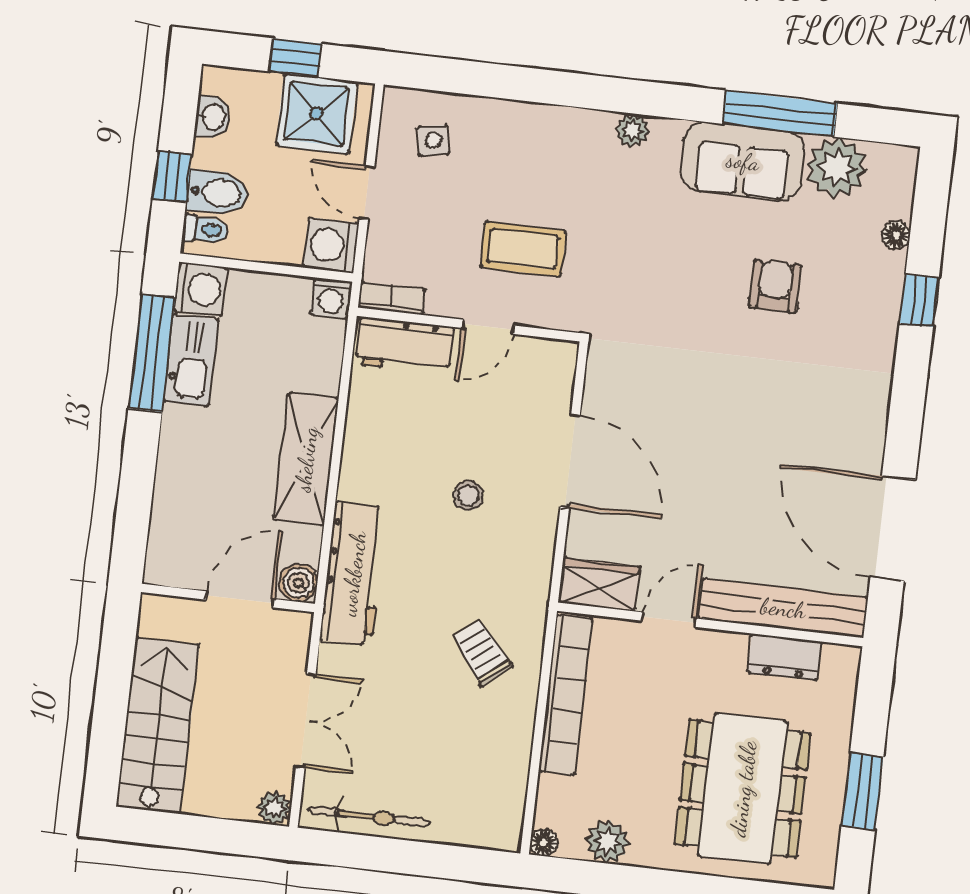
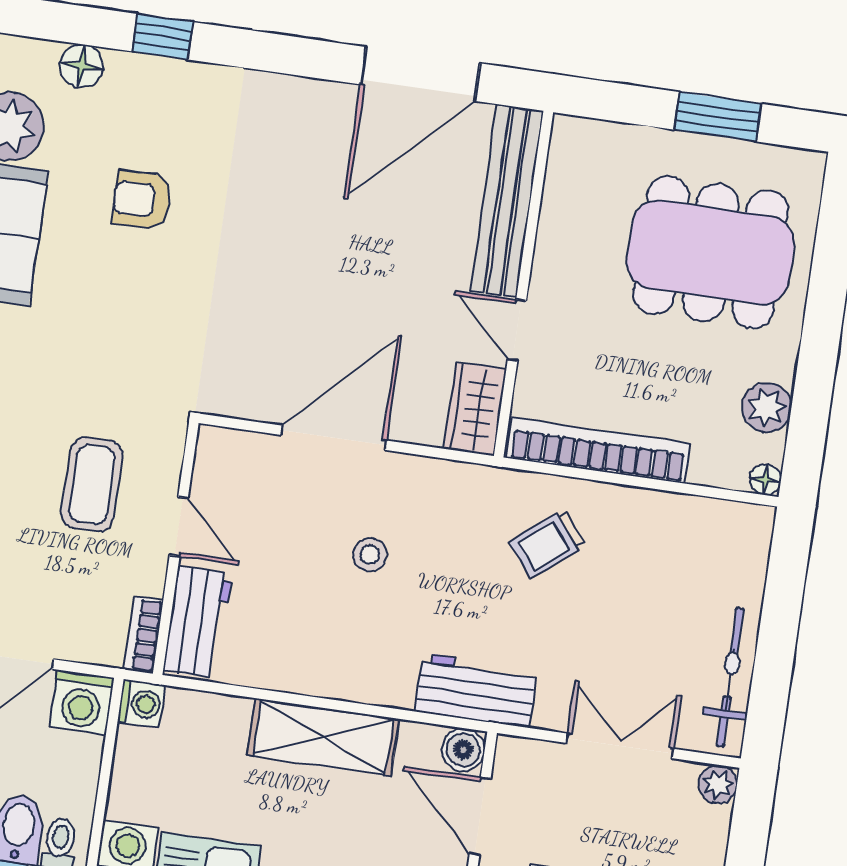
floor lamp: (896, 235) -> (81, 66), width x1.37, depth x1.37
workbench: (353, 574) -> (476, 690), width x0.73
dresser: (785, 657) -> (563, 201), removed

